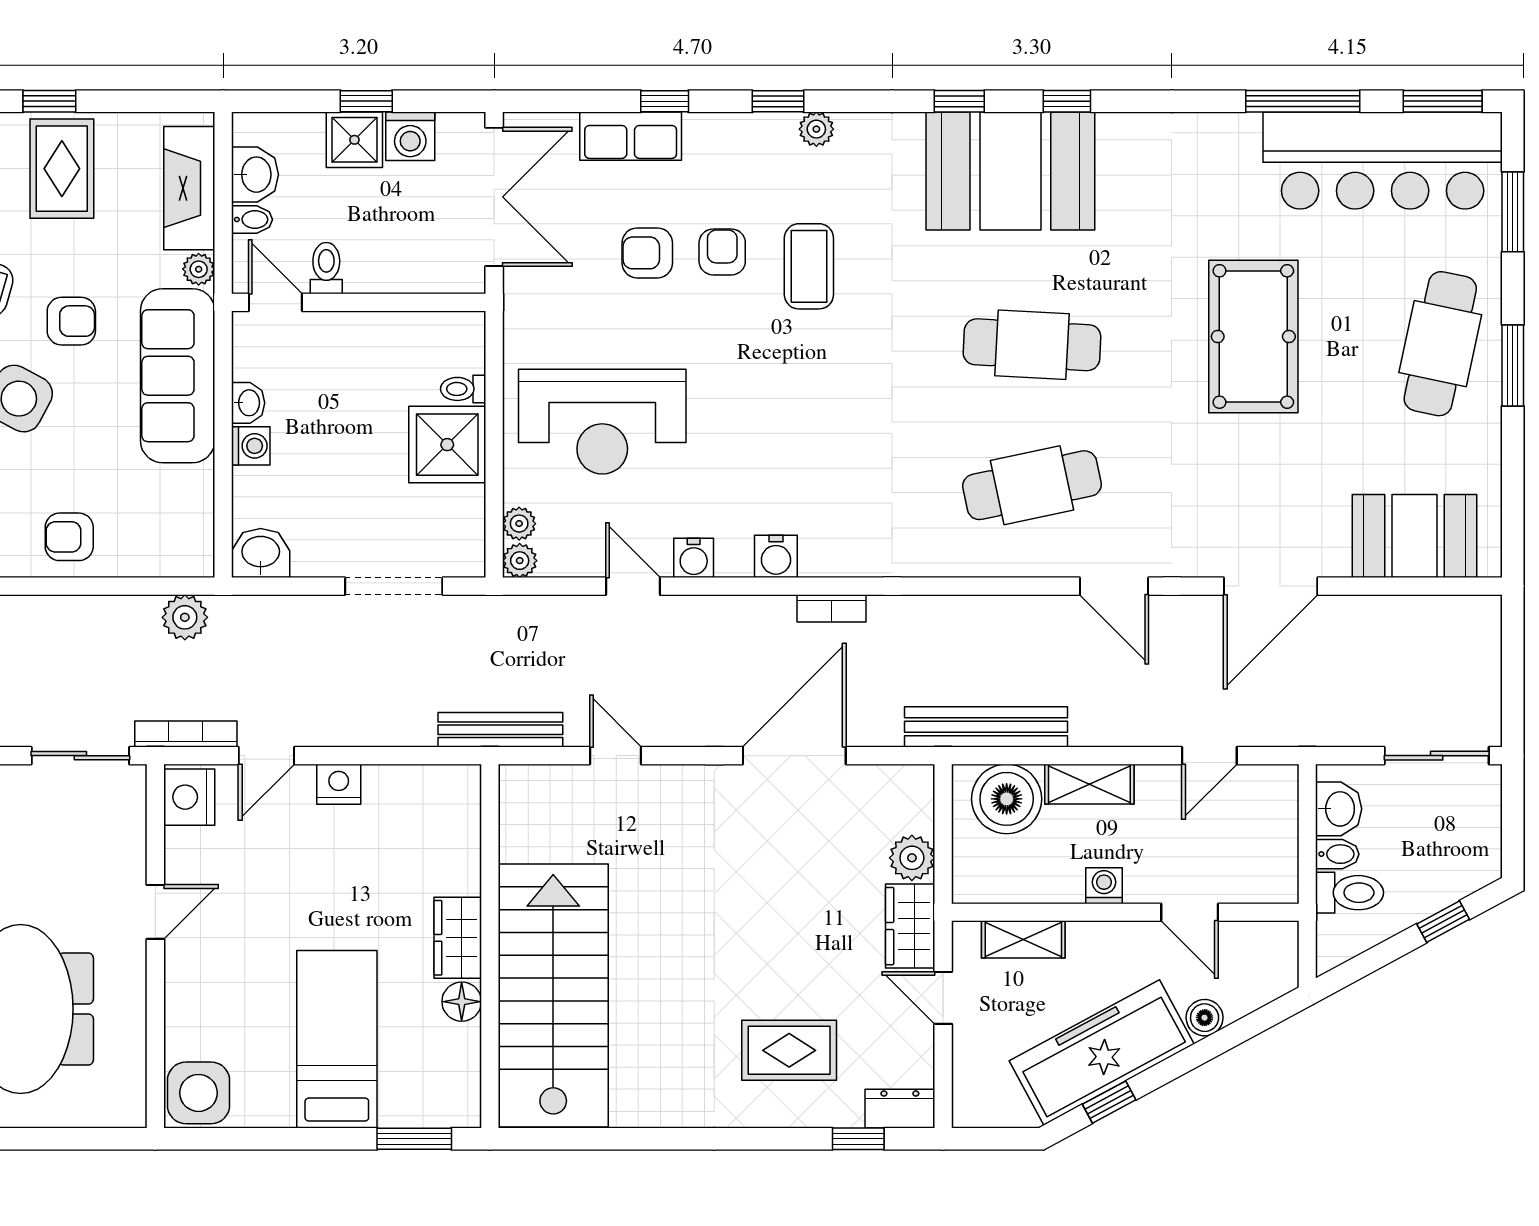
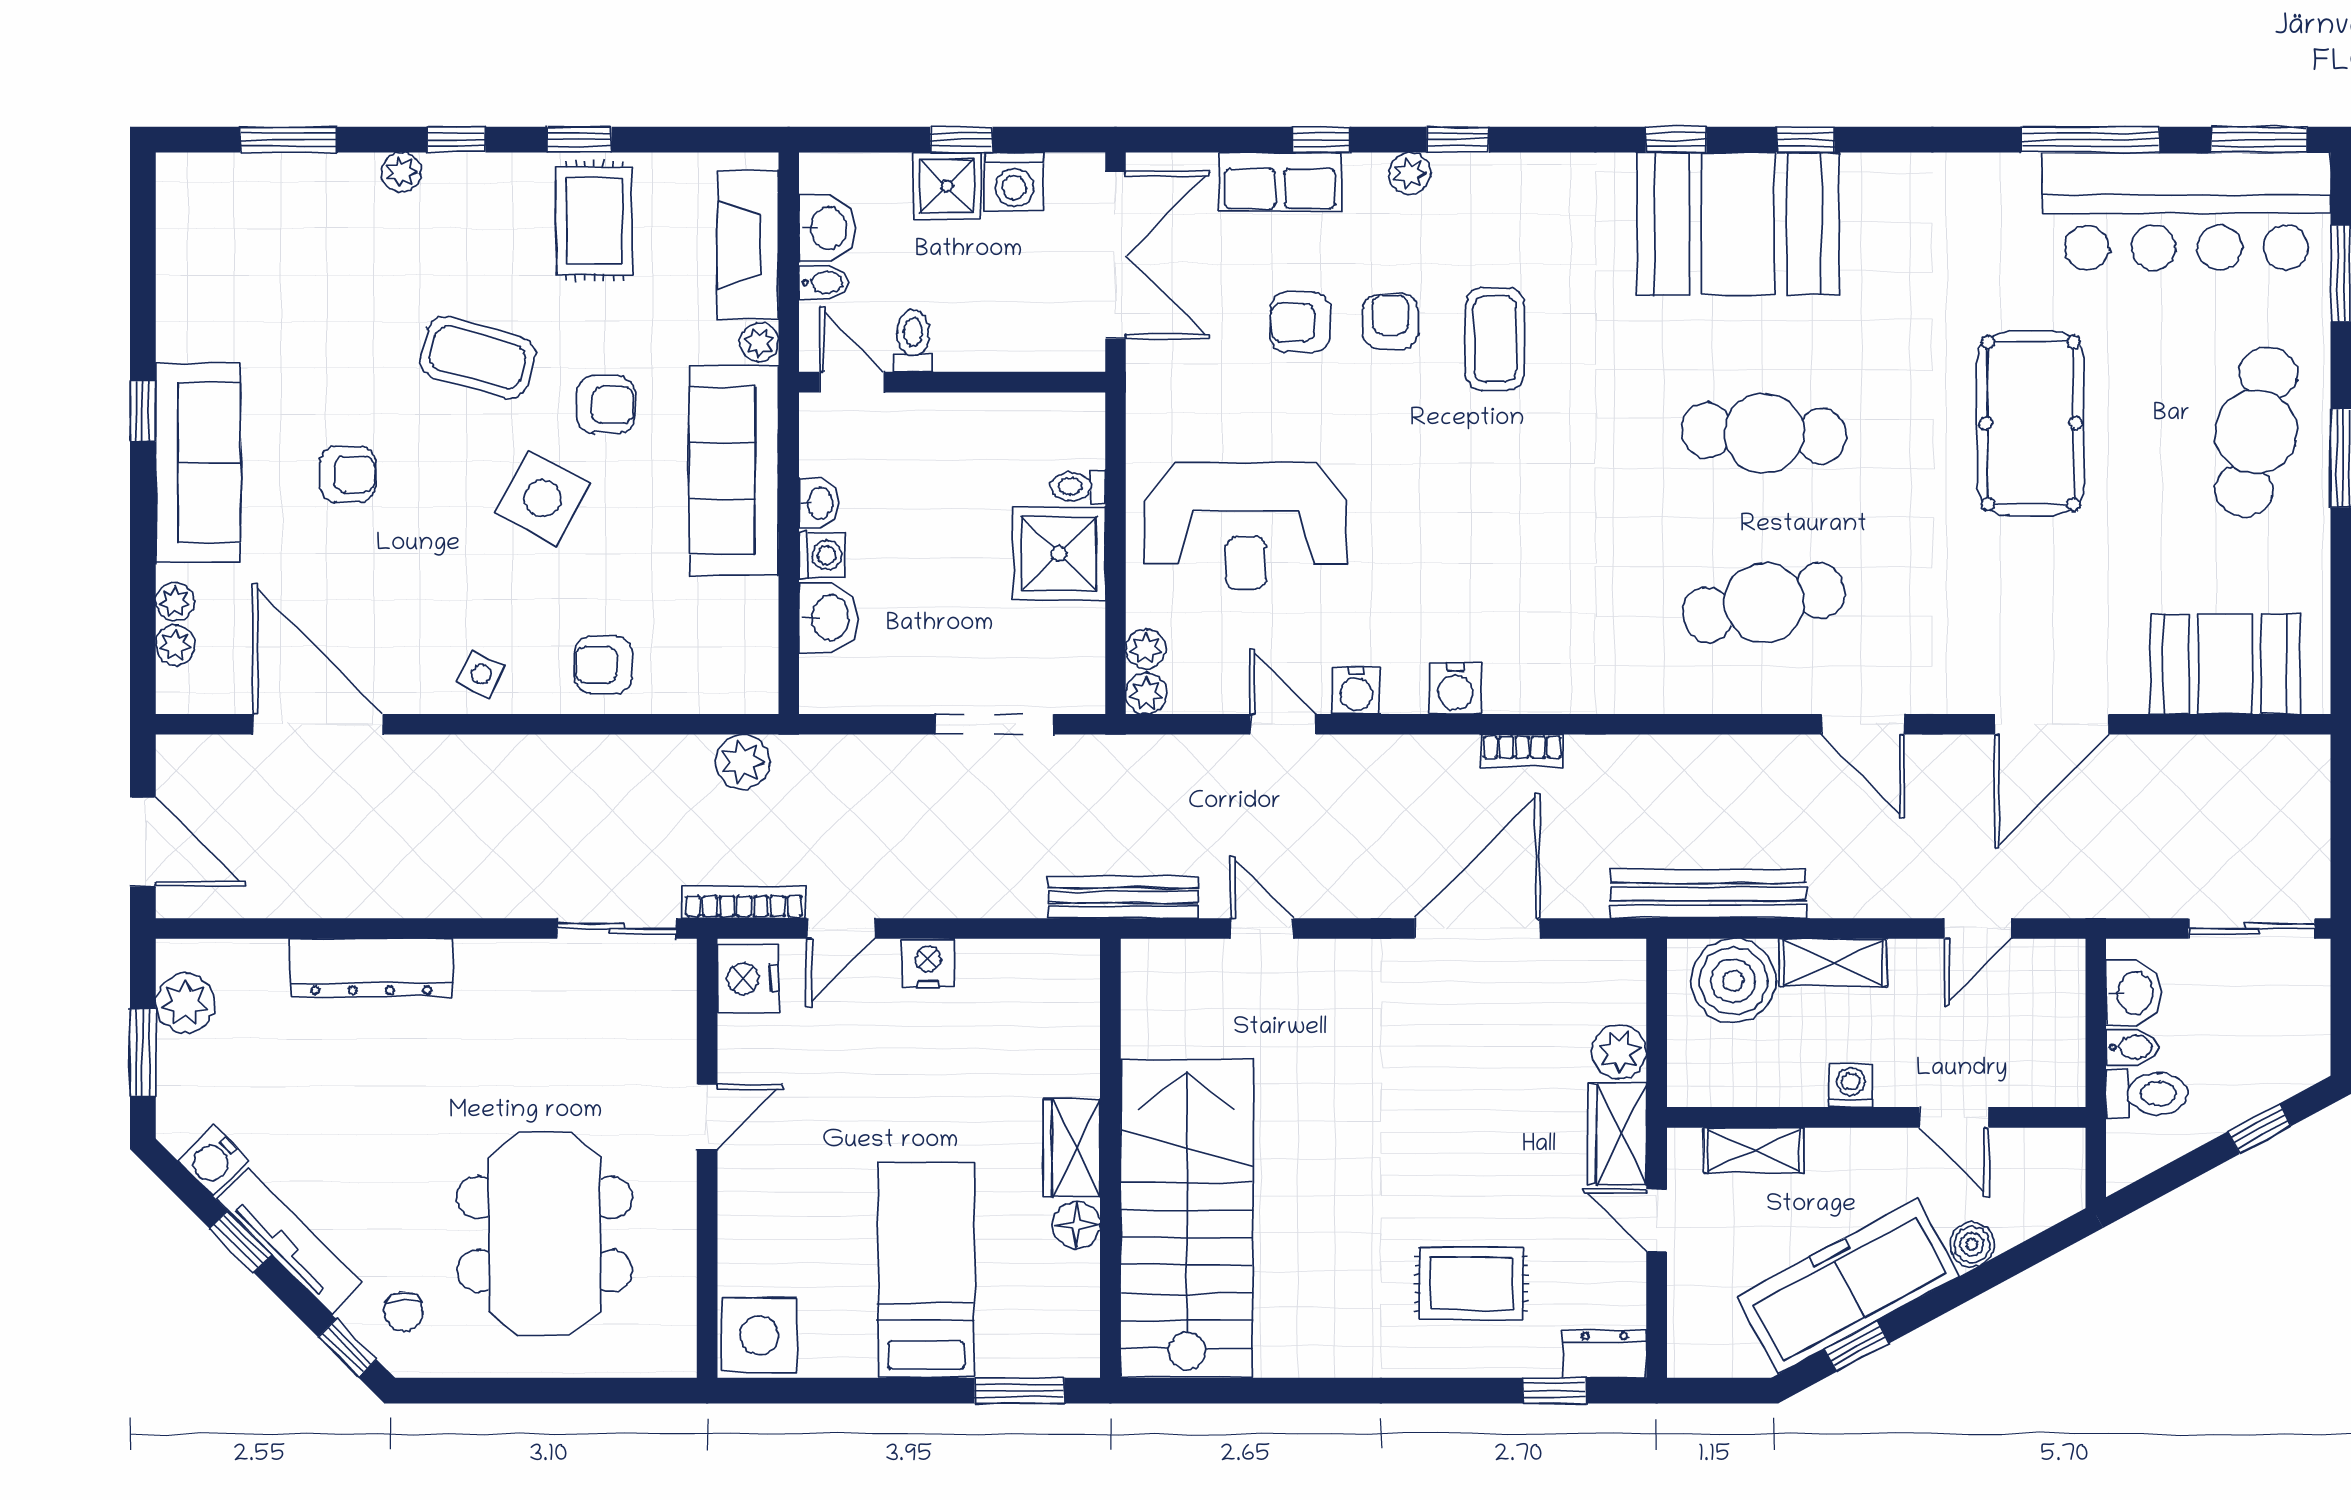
plant: (816, 129) -> (1410, 173), moved
washbasin: (261, 553) -> (829, 617), moved, turned 90

